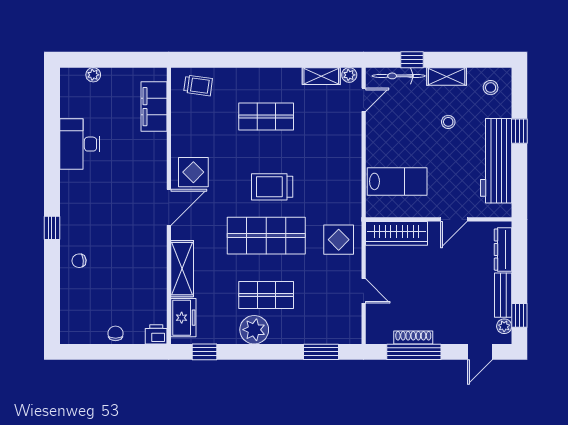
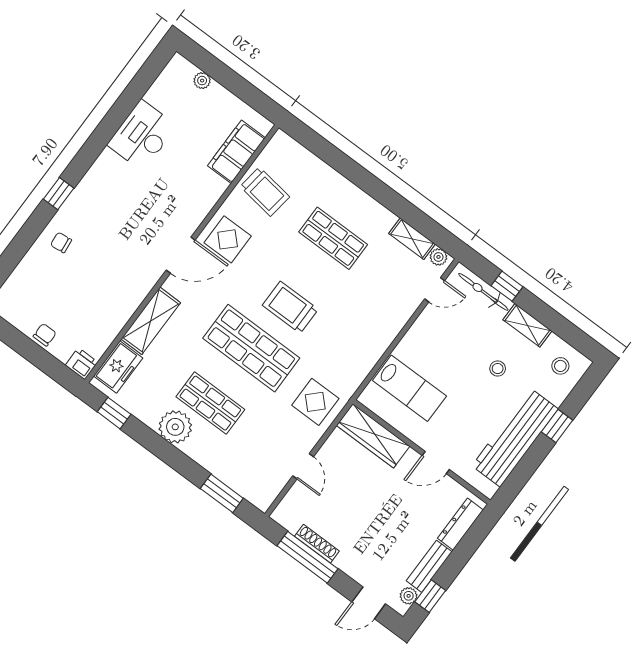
trolley: (198, 85) -> (265, 192), moved, width x1.36, depth x1.39

